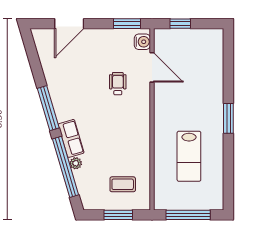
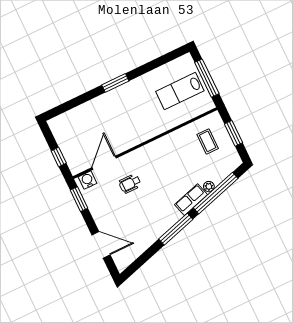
lab bench: (189, 156) -> (180, 91), moved, turned 180

